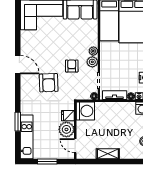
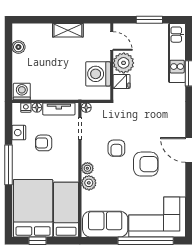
plant: (92, 62) -> (89, 183), moved
armchair: (126, 70) -> (44, 143), added
armchair: (49, 83) -> (146, 164), moved, turned 92
washing machine: (85, 111) -> (98, 74), moved

